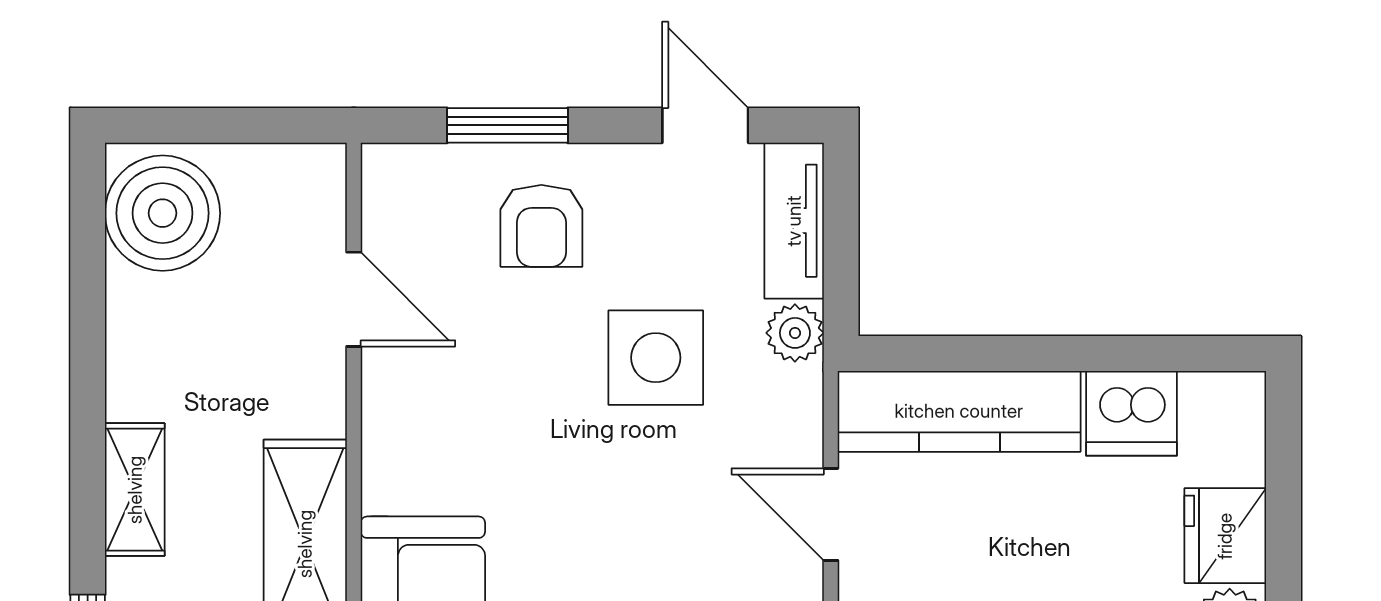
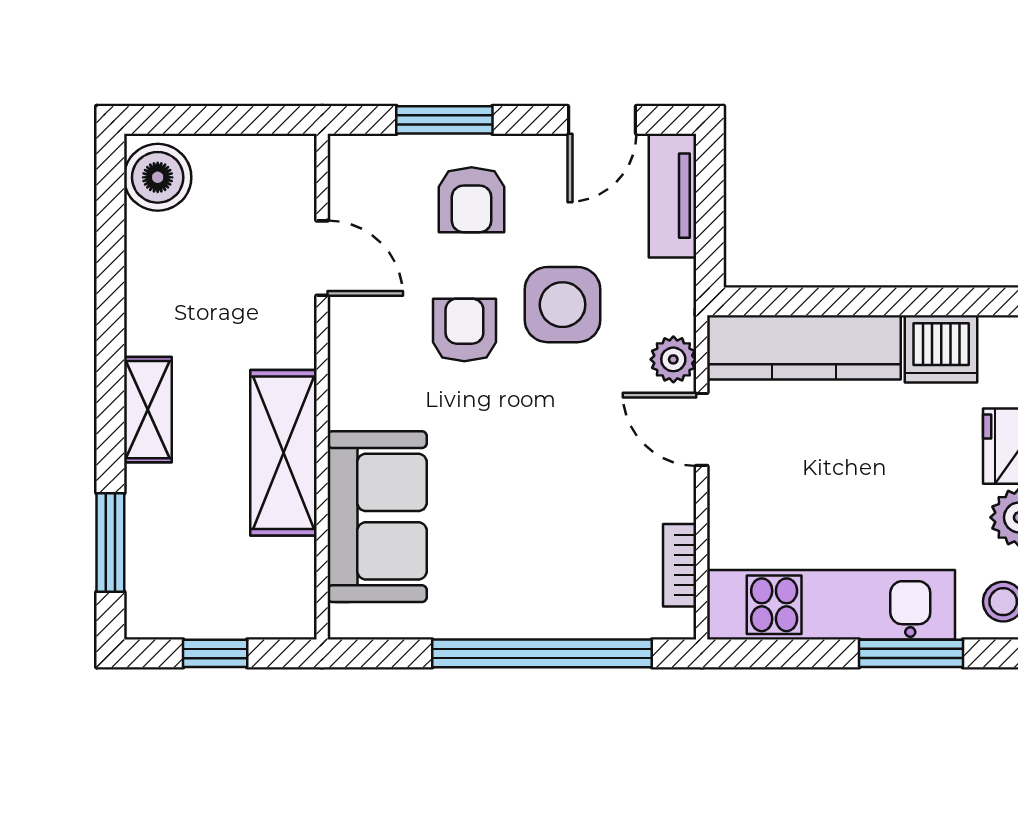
door: (705, 125) -> (602, 120), swing flipped
boiler: (163, 213) -> (158, 177), width x0.73, depth x0.73
plant: (795, 333) -> (673, 359), moved
armchair: (533, 389) -> (464, 330), added

